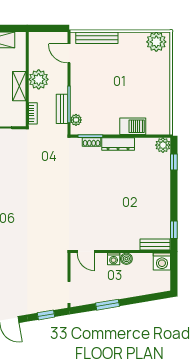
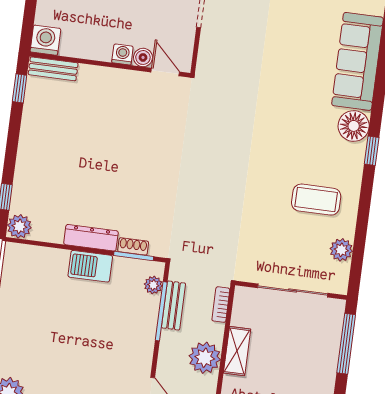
barbecue: (133, 126) -> (90, 266), moved
boiler: (126, 259) -> (143, 57), moved

